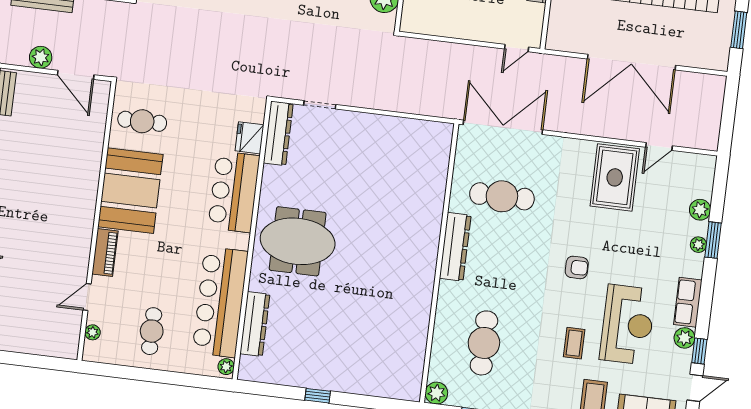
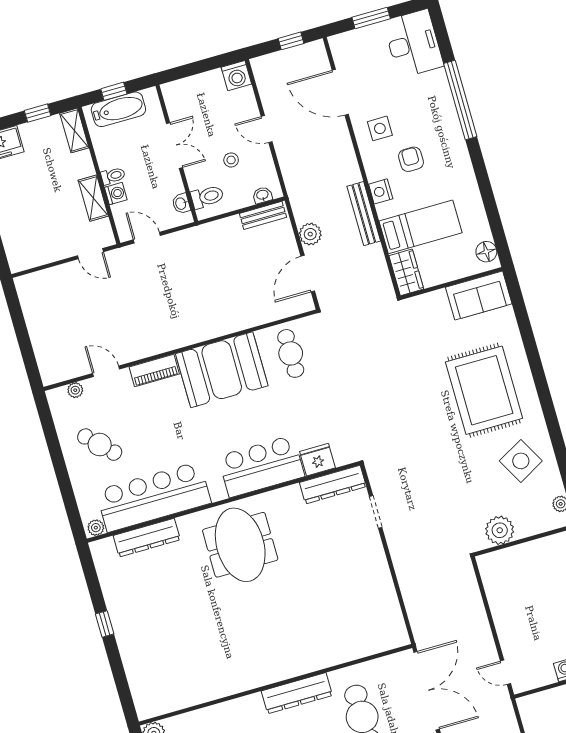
cafe table: (152, 331) -> (100, 445), turned 45

